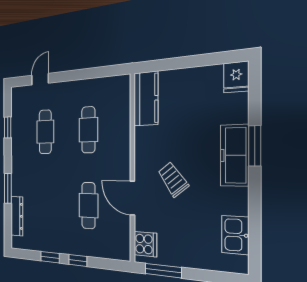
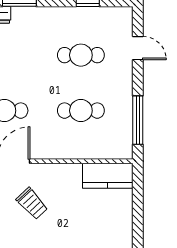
window: (96, 73) -> (138, 120), added
trolley: (173, 179) -> (32, 204), turned 84

